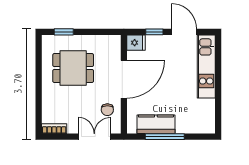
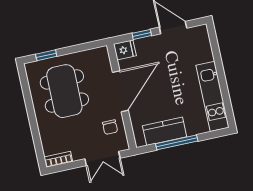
kitchen unit: (206, 67) -> (213, 96), moved
dining table: (73, 68) -> (64, 91), width x1.38
double door: (94, 137) -> (102, 159), swing flipped

